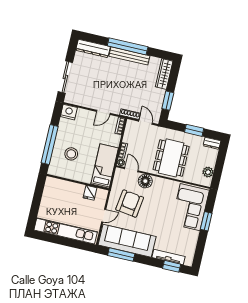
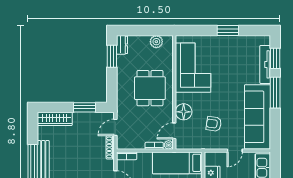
window: (194, 130) -> (112, 56), moved
dining table: (171, 158) -> (150, 88), width x0.73
armchair: (130, 204) -> (214, 124), width x0.53, depth x0.53
corner sofa: (190, 207) -> (193, 68), moved, turned -90
door: (104, 216) -> (235, 151), swing flipped
window: (206, 221) -> (228, 30), moved
window: (121, 255) -> (275, 93), moved

